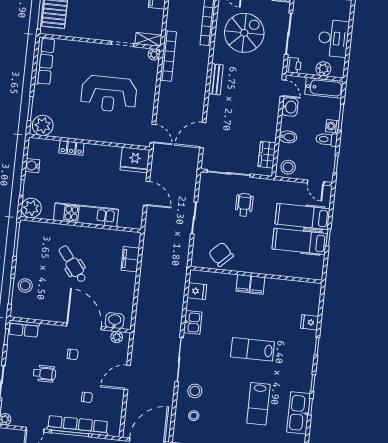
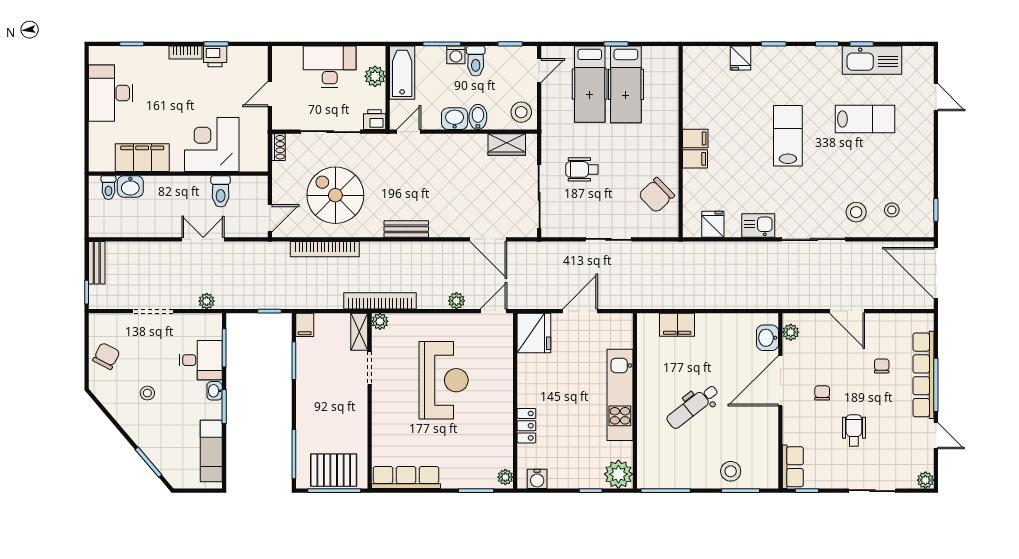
washbasin: (290, 107) -> (455, 119), moved
plant: (163, 109) -> (456, 301), added
plant: (43, 125) -> (505, 477), width x0.53, depth x0.53
water cooler: (32, 166) -> (537, 479), moved
lab bench: (252, 349) -> (788, 136), turned 180

